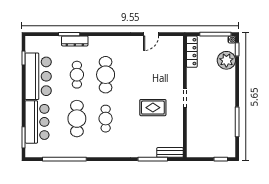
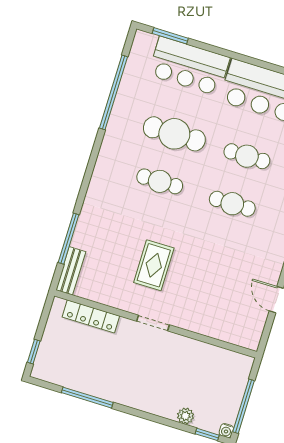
locker: (192, 52) -> (91, 316), moved
plant: (226, 60) -> (185, 416), width x0.53, depth x0.53
cafe table: (106, 75) -> (232, 204), width x0.73, depth x0.74

